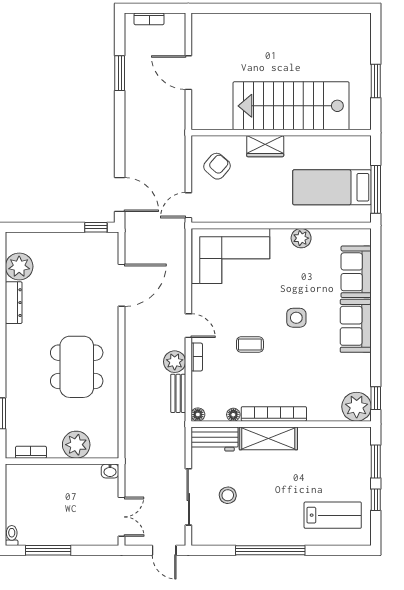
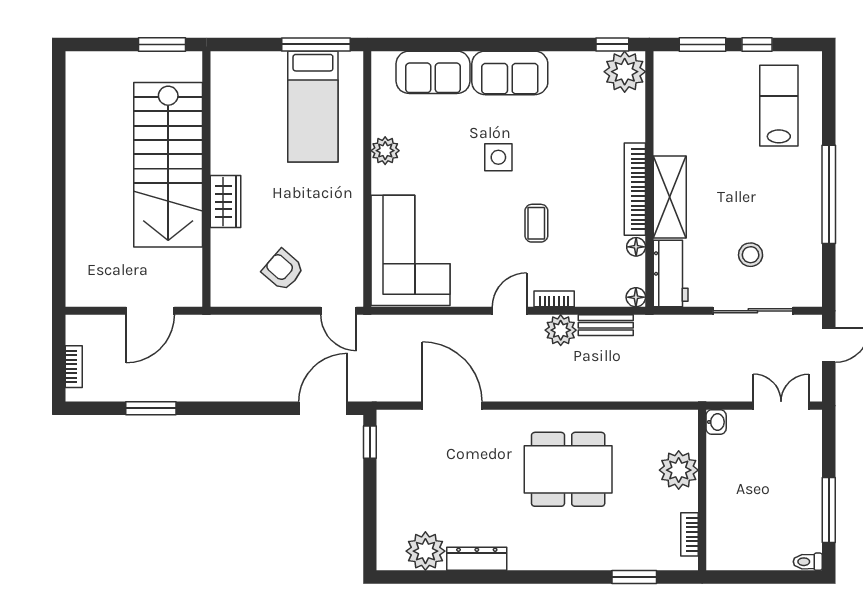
stairs: (291, 106) -> (168, 165), moved
wall: (281, 133) -> (206, 179), moved
wardrobe: (265, 146) -> (225, 202), moved

